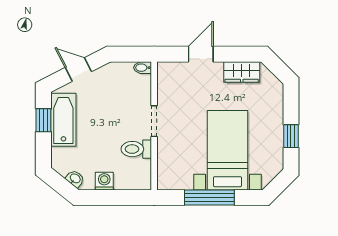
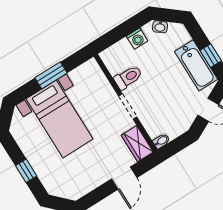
wardrobe: (242, 72) -> (137, 144), moved, turned -90
window: (291, 136) -> (26, 171), moved
window: (209, 197) -> (51, 75), width x0.69

